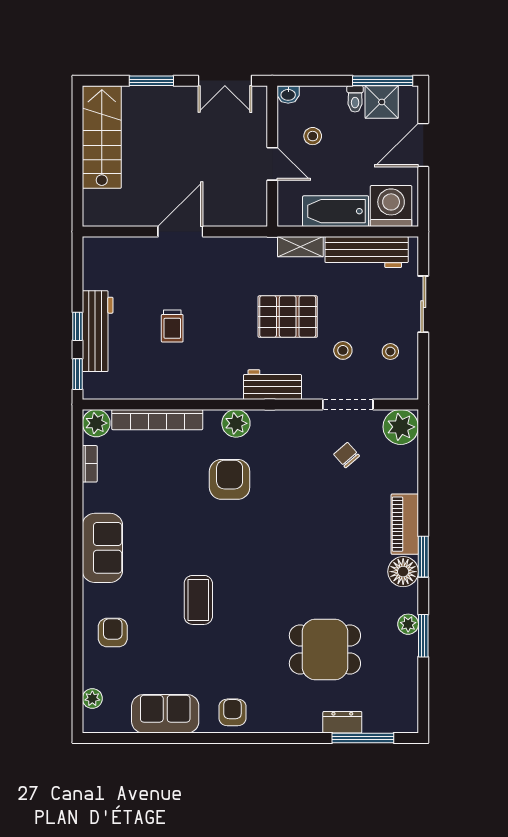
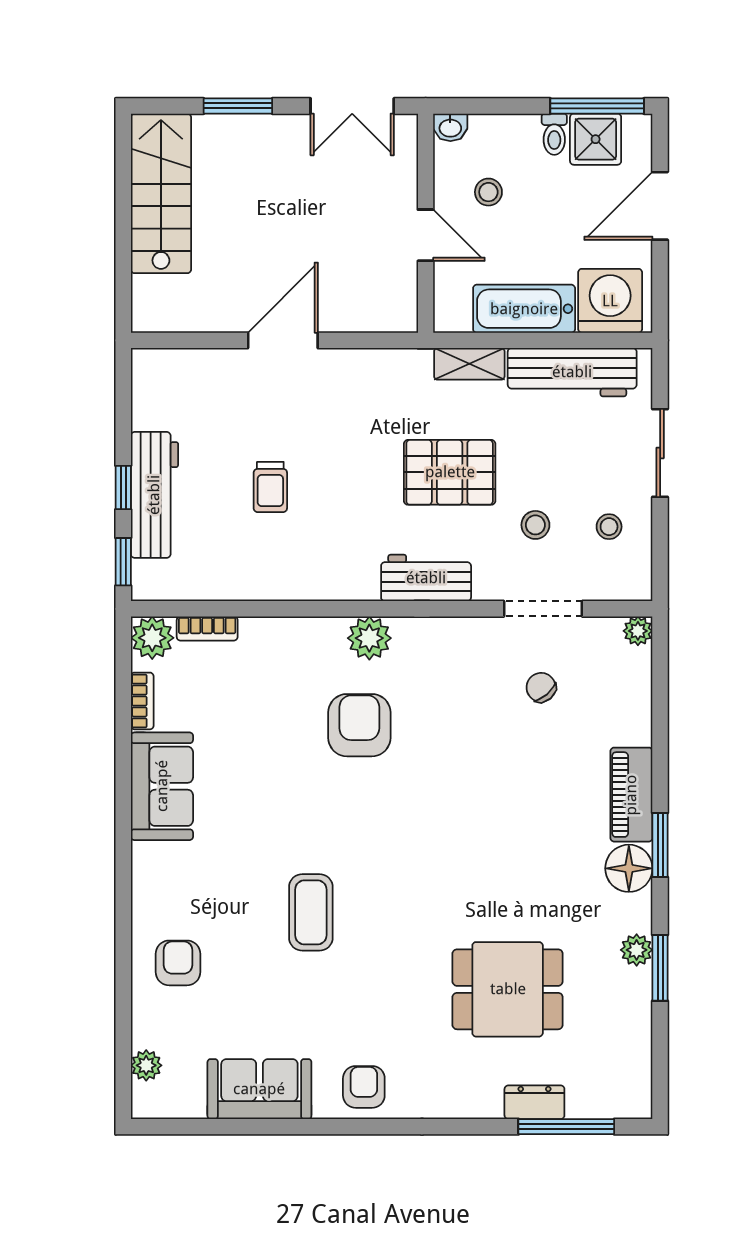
bookcase: (157, 420) -> (207, 628), width x0.43, depth x0.76
plant: (401, 427) -> (638, 631), width x0.53, depth x0.53
sofa: (102, 548) -> (162, 786), moved

